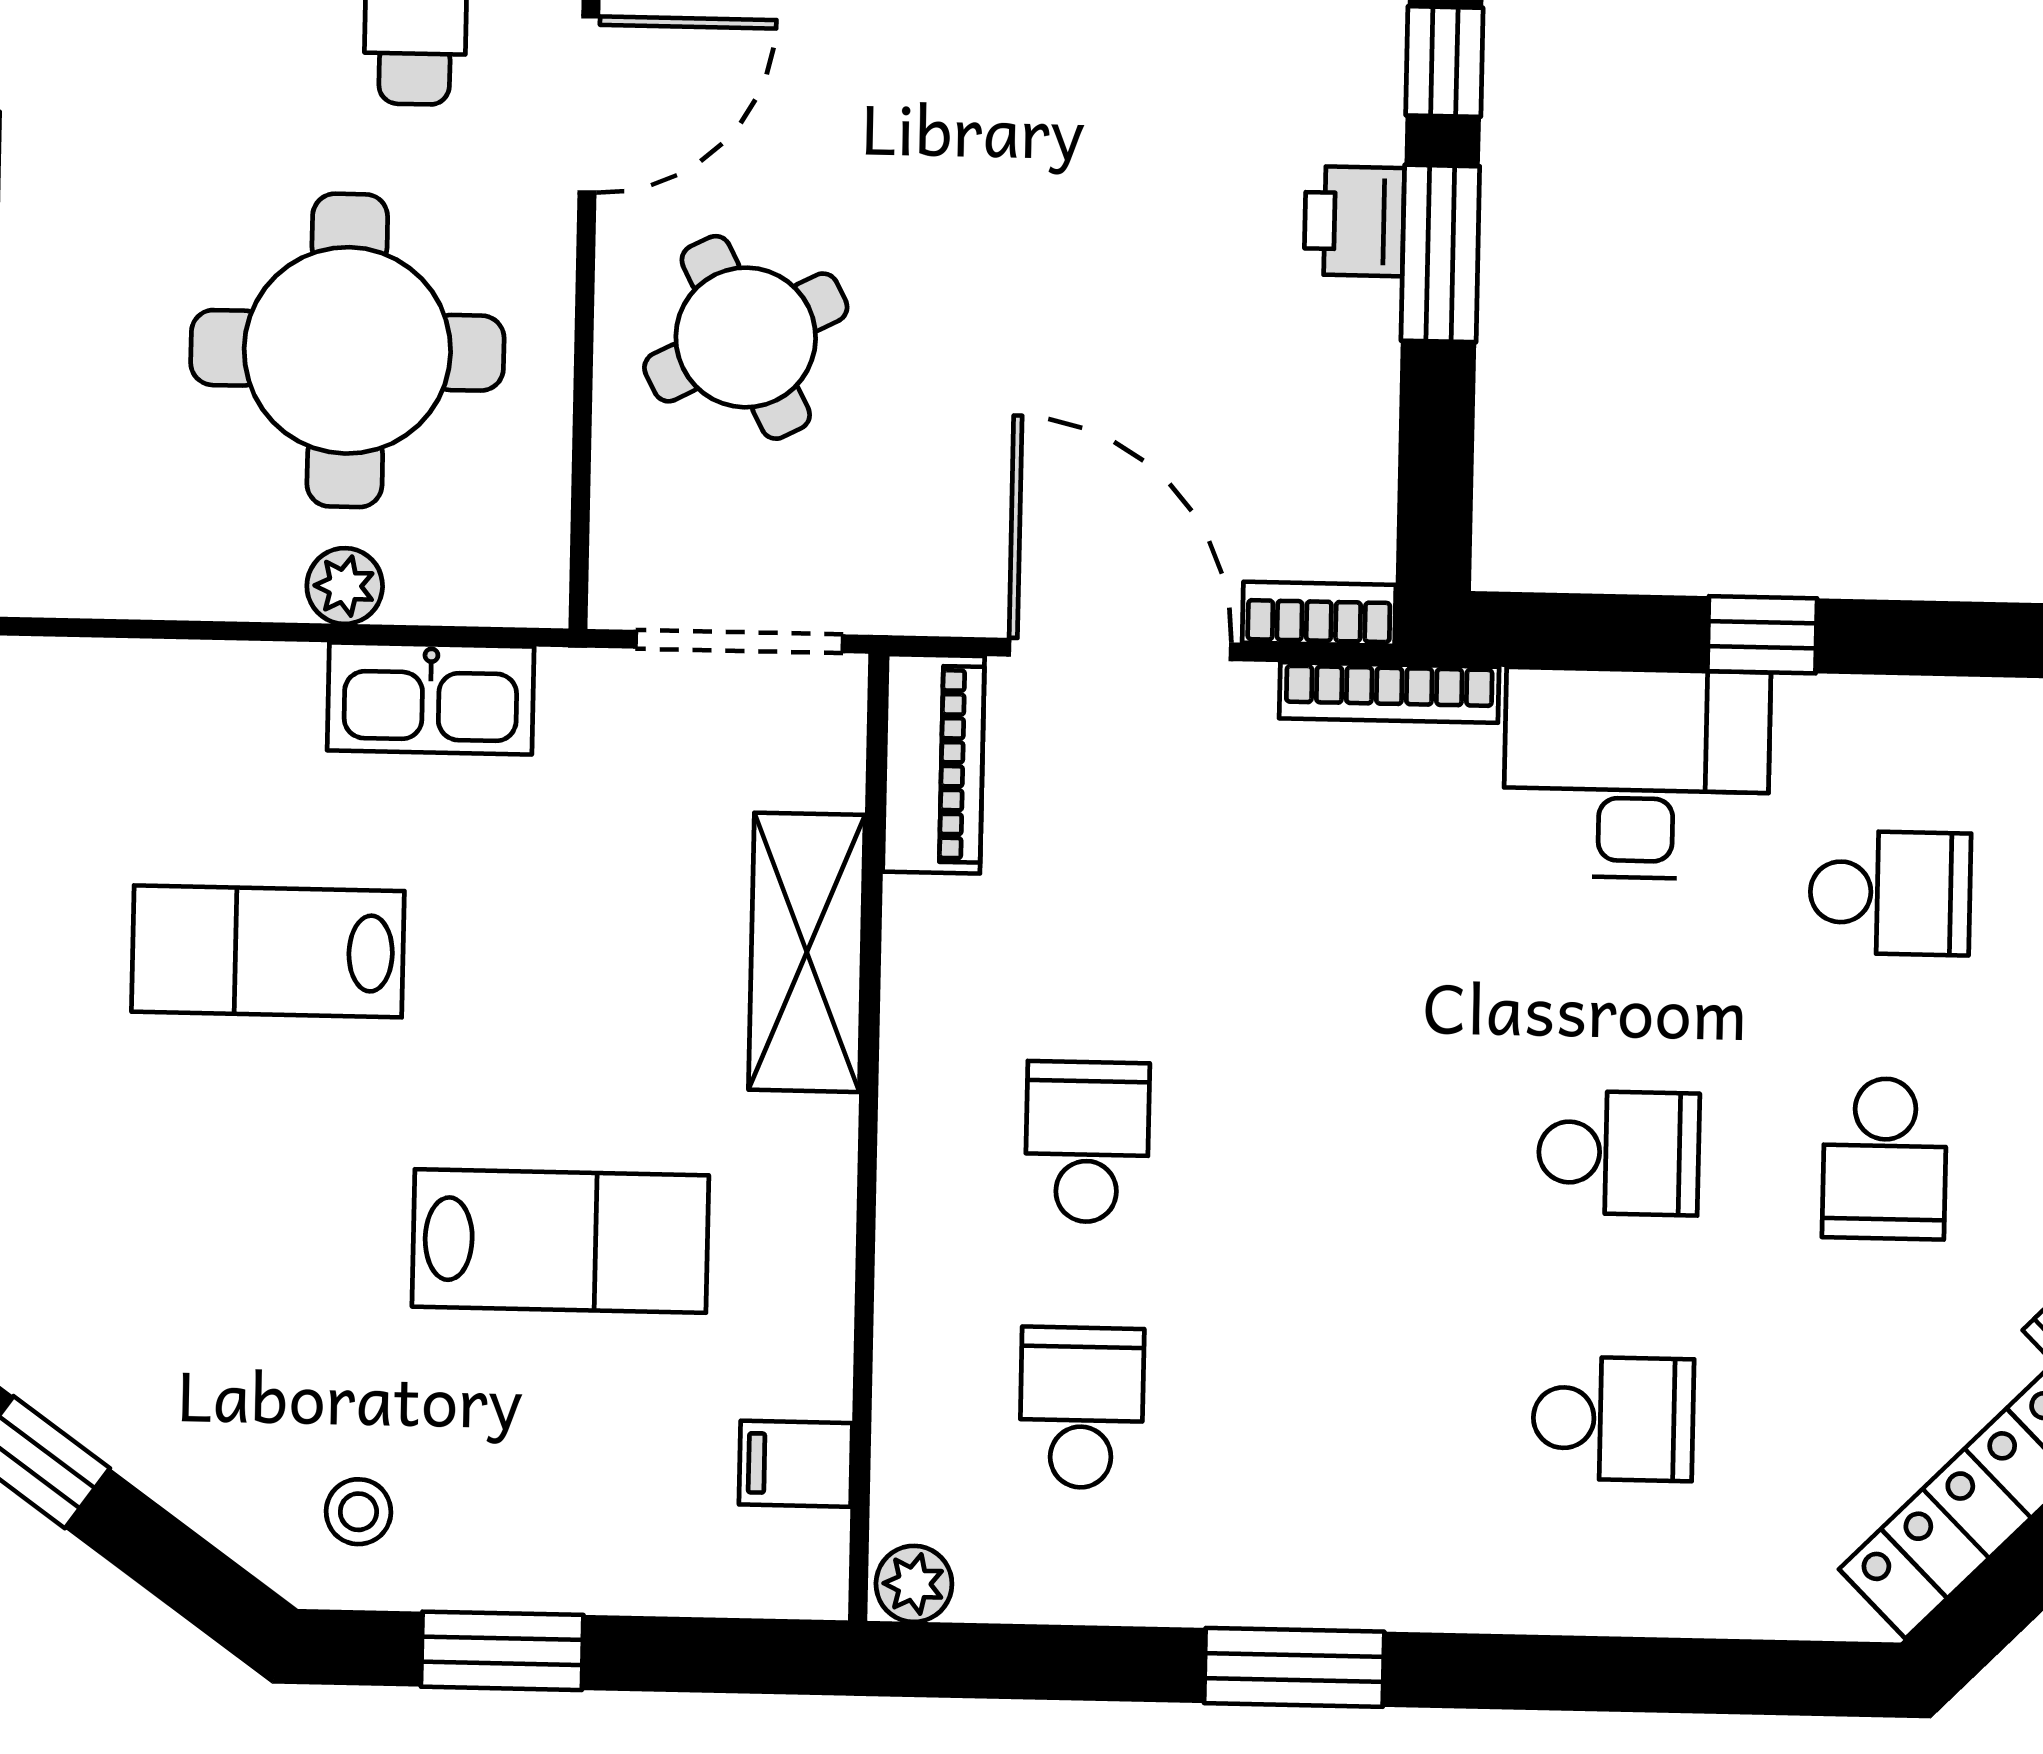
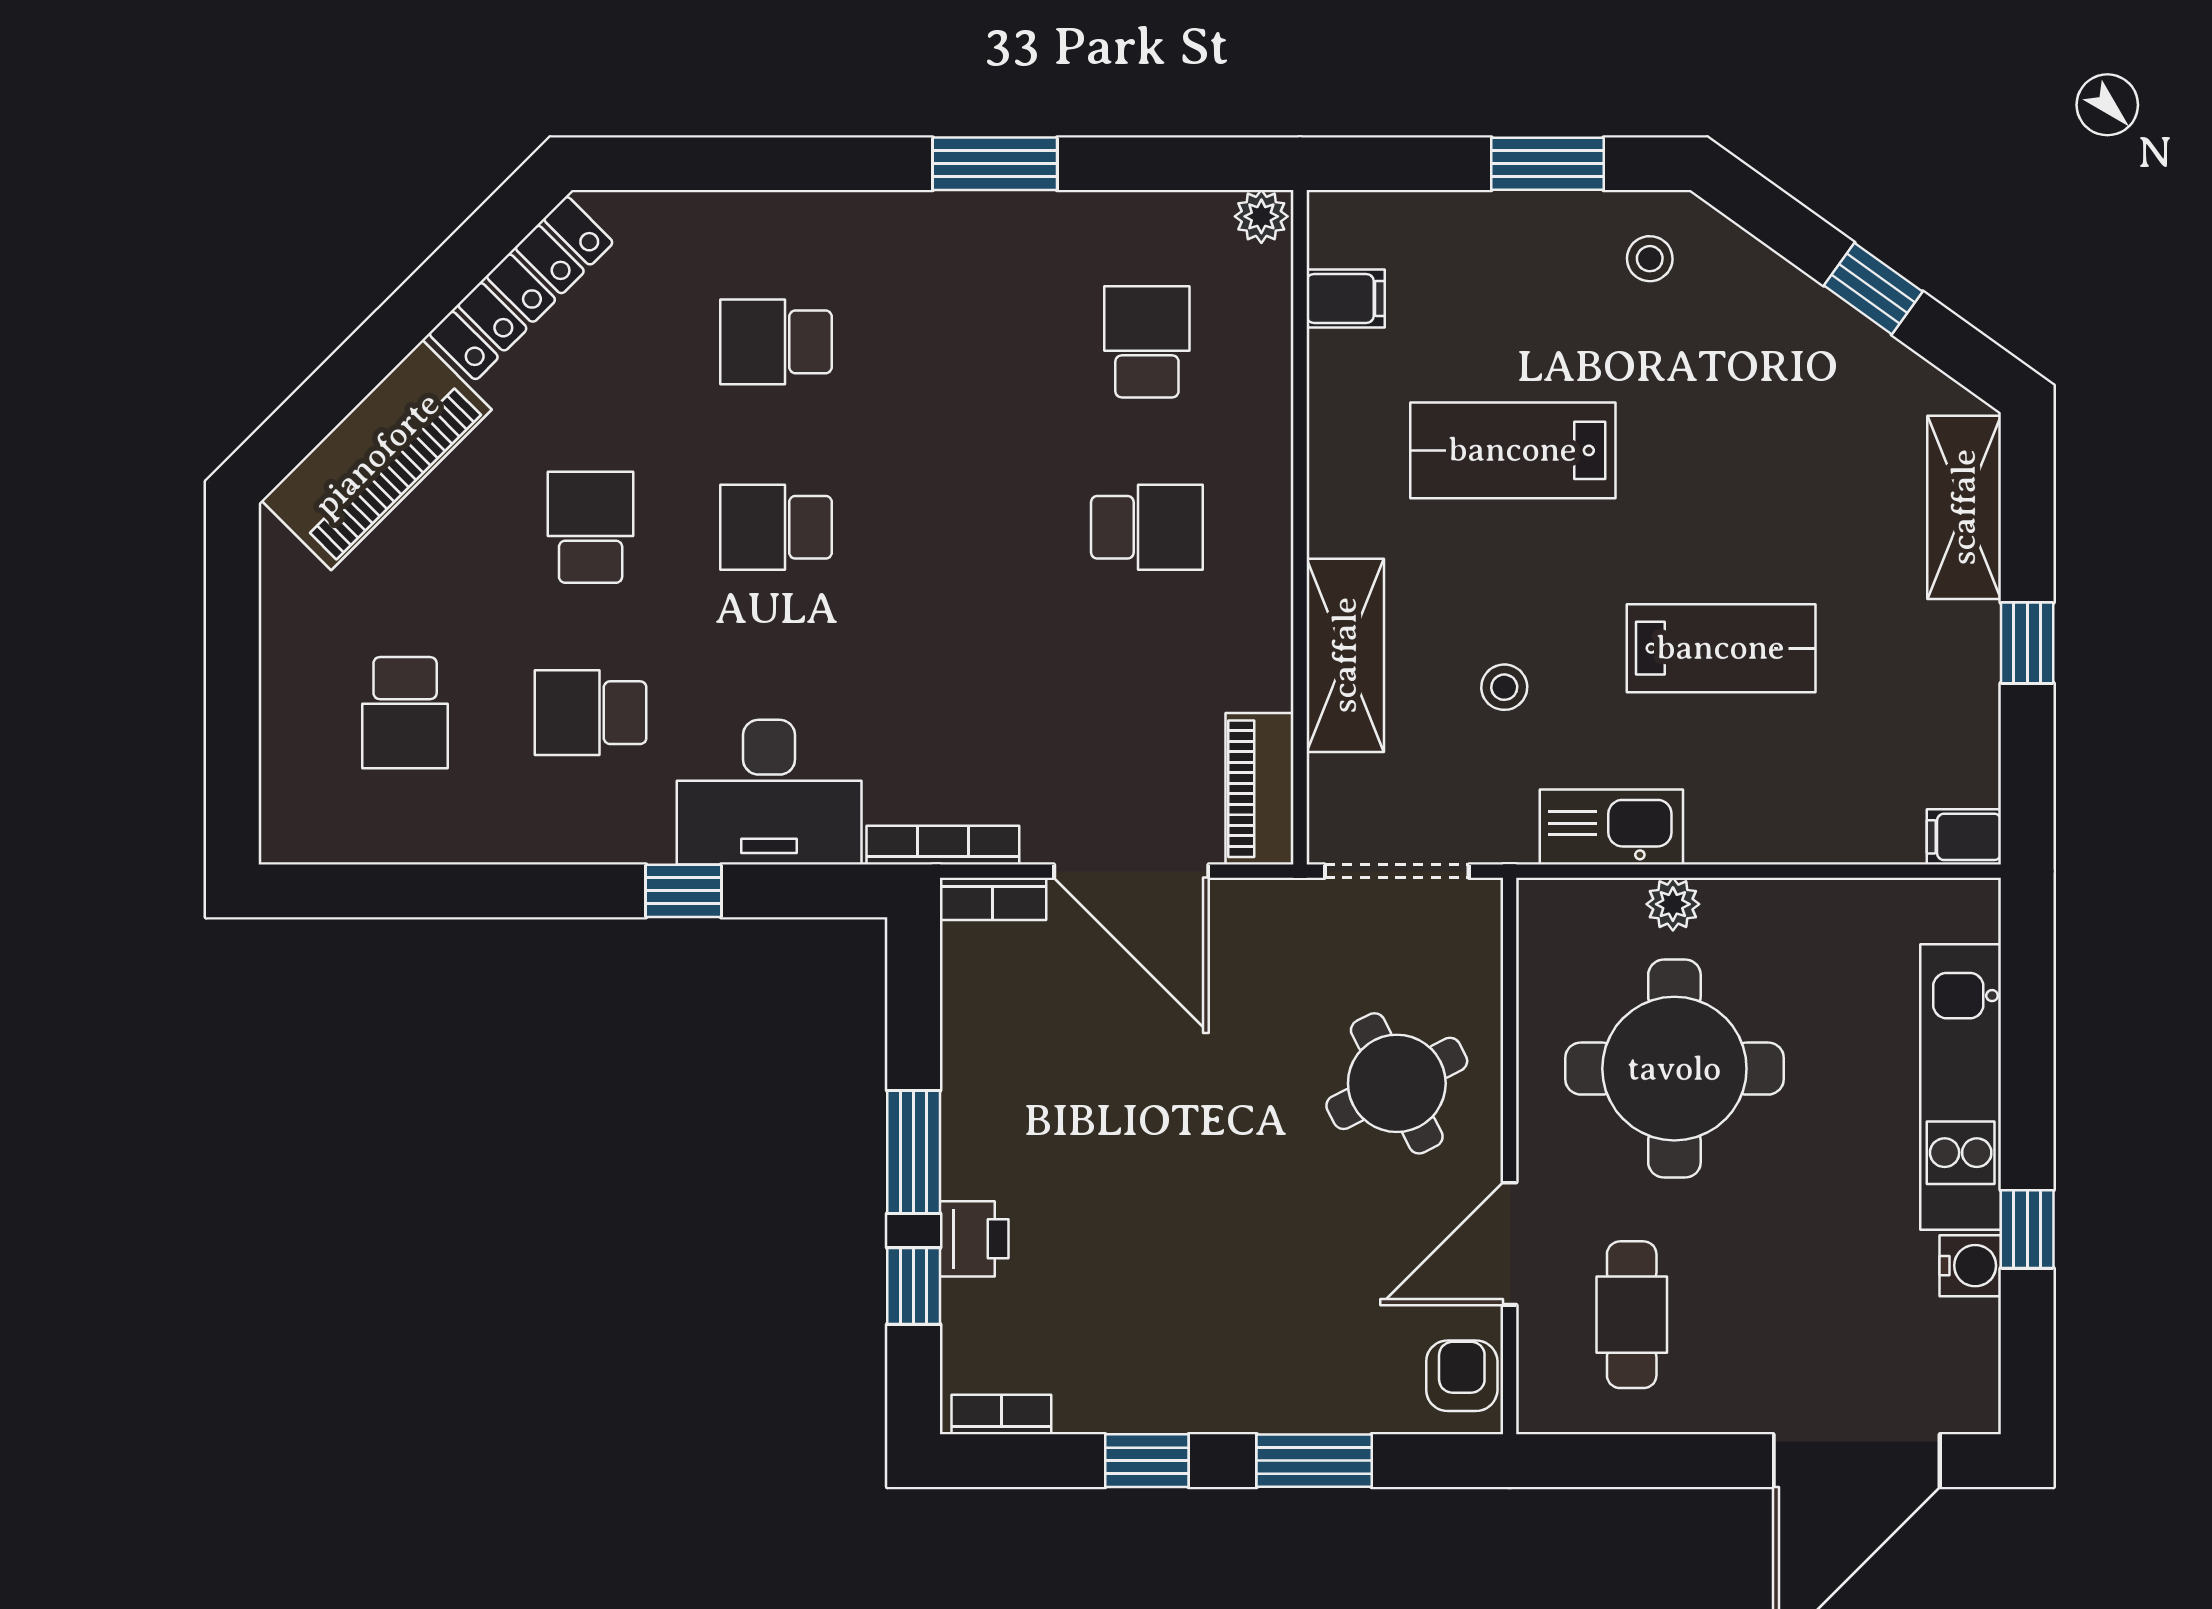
printer: (1354, 221) -> (974, 1239), moved
stool: (580, 902) -> (1504, 687), added
school desk: (1087, 1142) -> (1147, 527), turned -90
school desk: (1082, 1408) -> (1147, 342), turned 180

